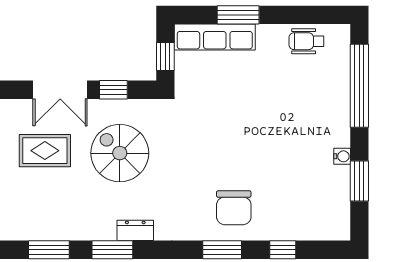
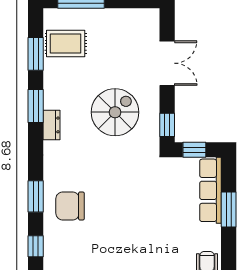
double door: (60, 90) -> (167, 63), swing flipped
window: (113, 90) -> (167, 125), moved
rug: (45, 151) -> (66, 44), moved, turned 90

